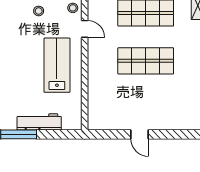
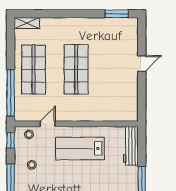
workbench: (39, 122) -> (131, 146), moved
door: (140, 134) -> (142, 63), moved

